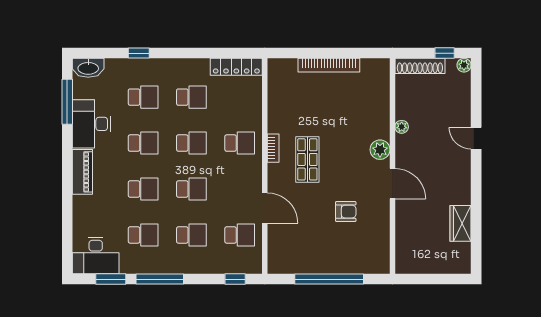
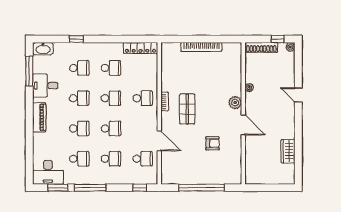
desk: (91, 124) -> (45, 86), width x0.73

